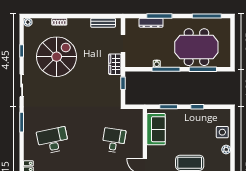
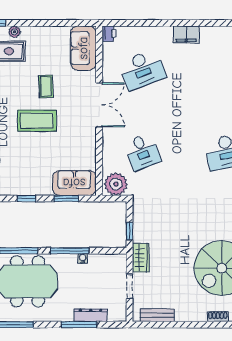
plant: (133, 117) -> (116, 184), added
sofa: (156, 129) -> (74, 183), moved, turned 90
desk: (114, 140) -> (142, 152), turned -30

